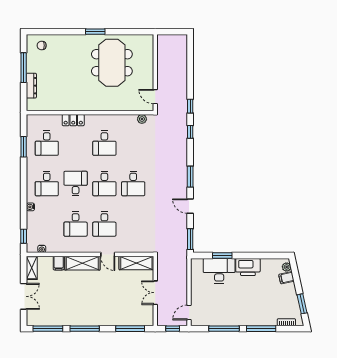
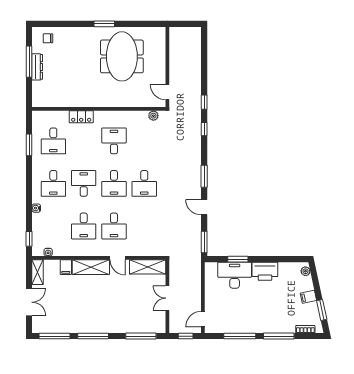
dresser: (31, 86) -> (37, 67), moved
desk: (104, 143) -> (114, 141), turned 180
filing cabinet: (286, 278) -> (308, 297), moved

